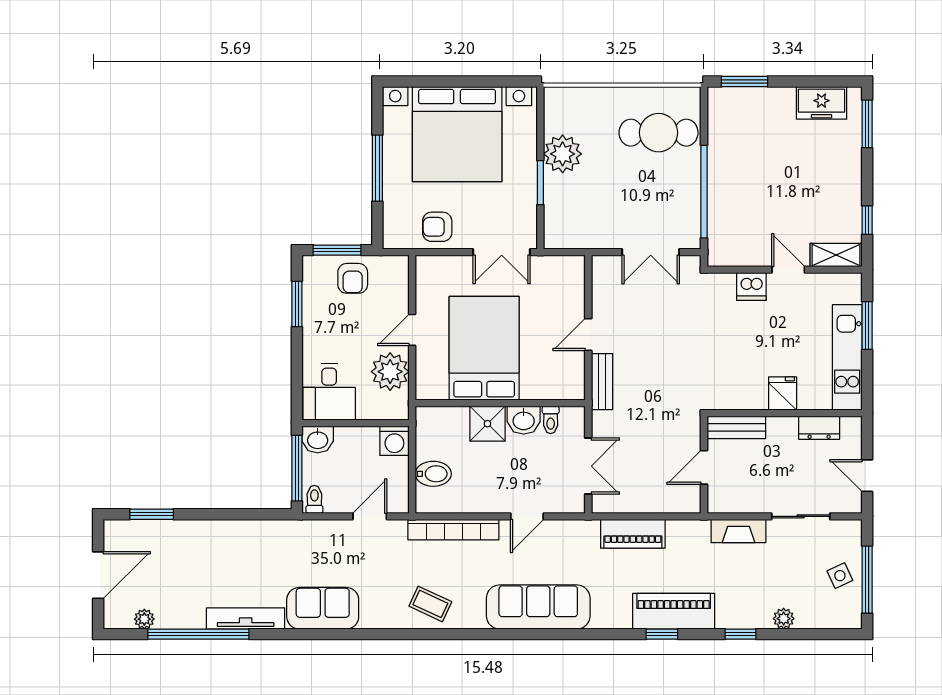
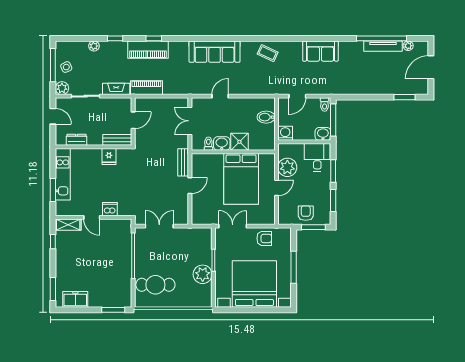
window: (297, 364) -> (333, 171), added
fridge: (783, 393) -> (109, 157), moved
bookcase: (453, 530) -> (256, 90), removed
plant: (849, 533) -> (62, 88), added
piano: (633, 534) -> (146, 88), moved
tv unit: (246, 618) -> (383, 46), moved

